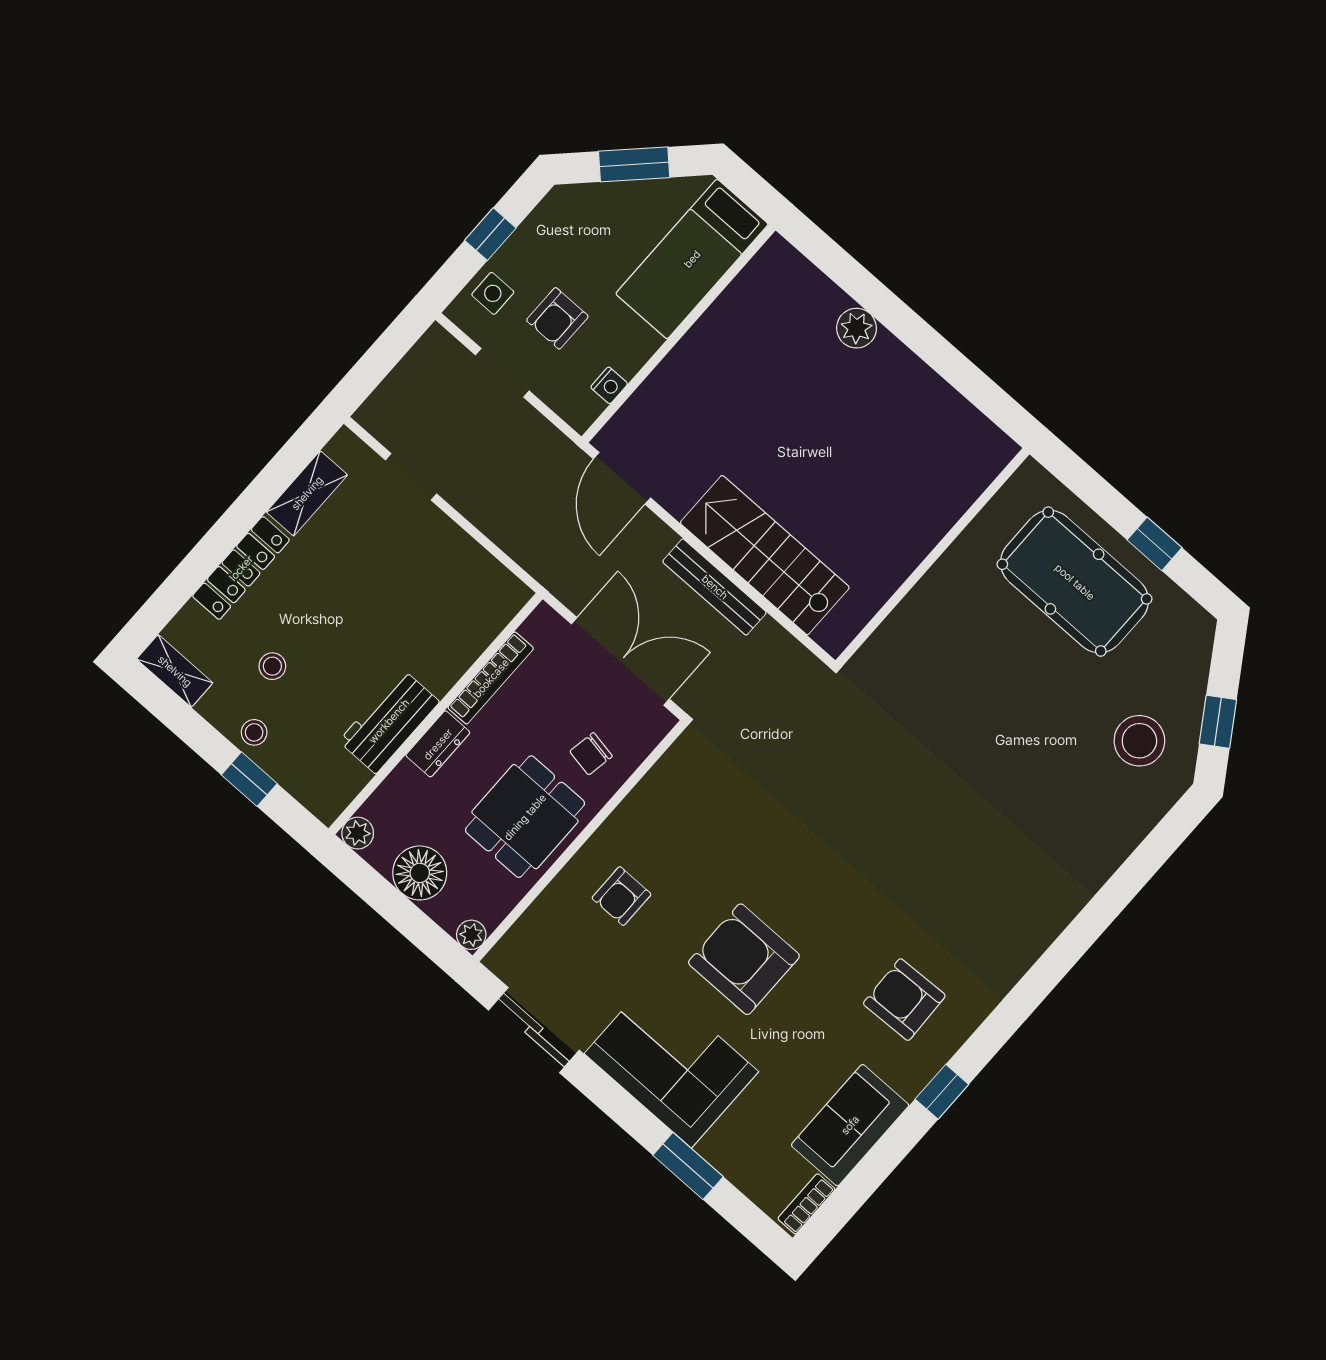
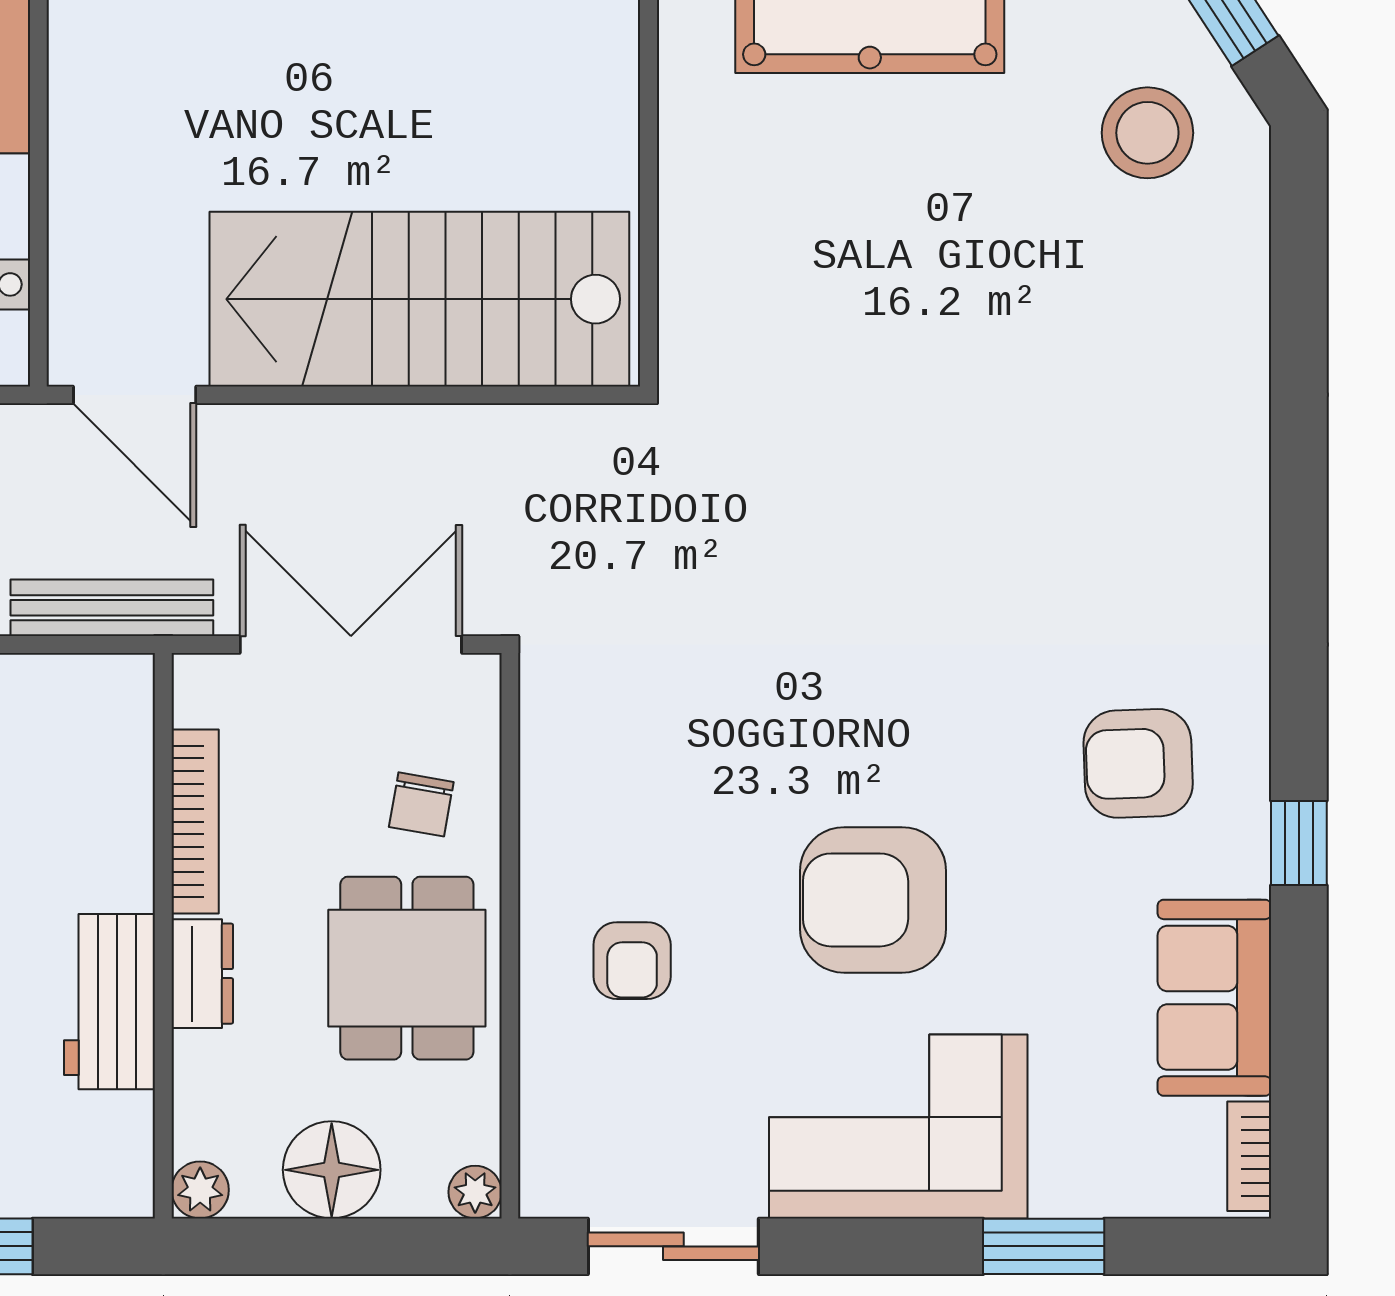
stairs: (765, 555) -> (419, 299), width x1.36, depth x1.51
bench: (715, 587) -> (112, 608), moved

